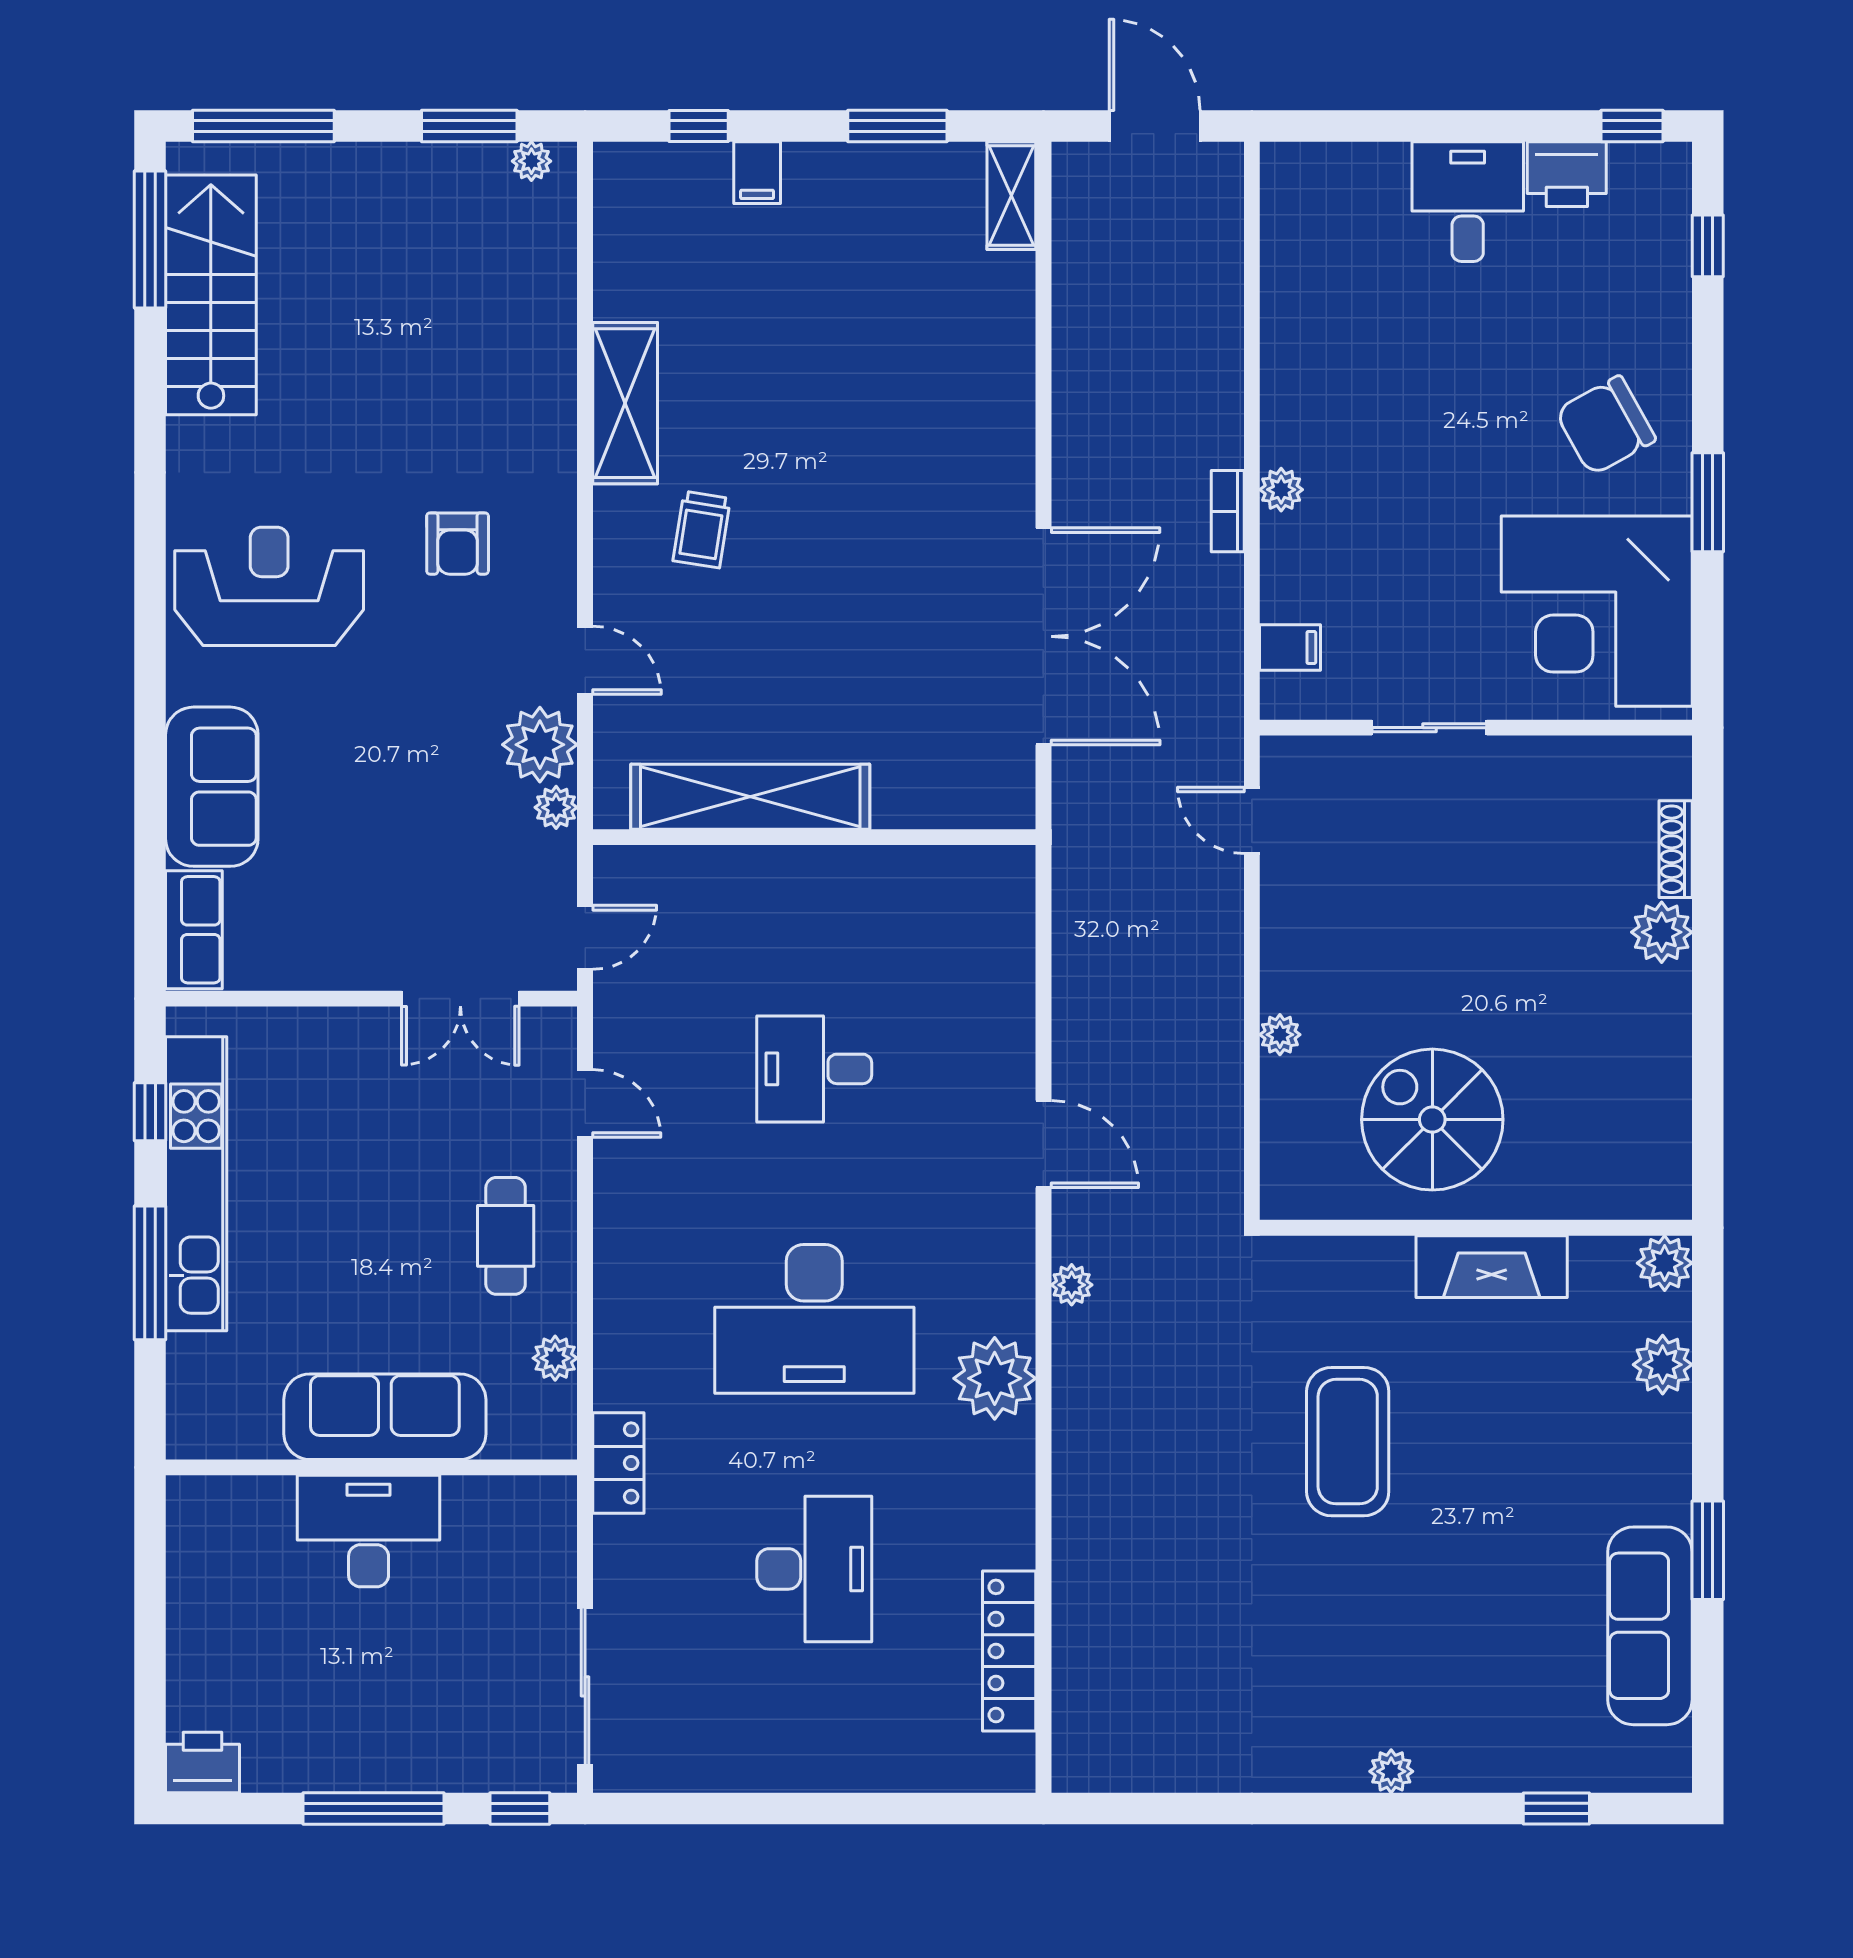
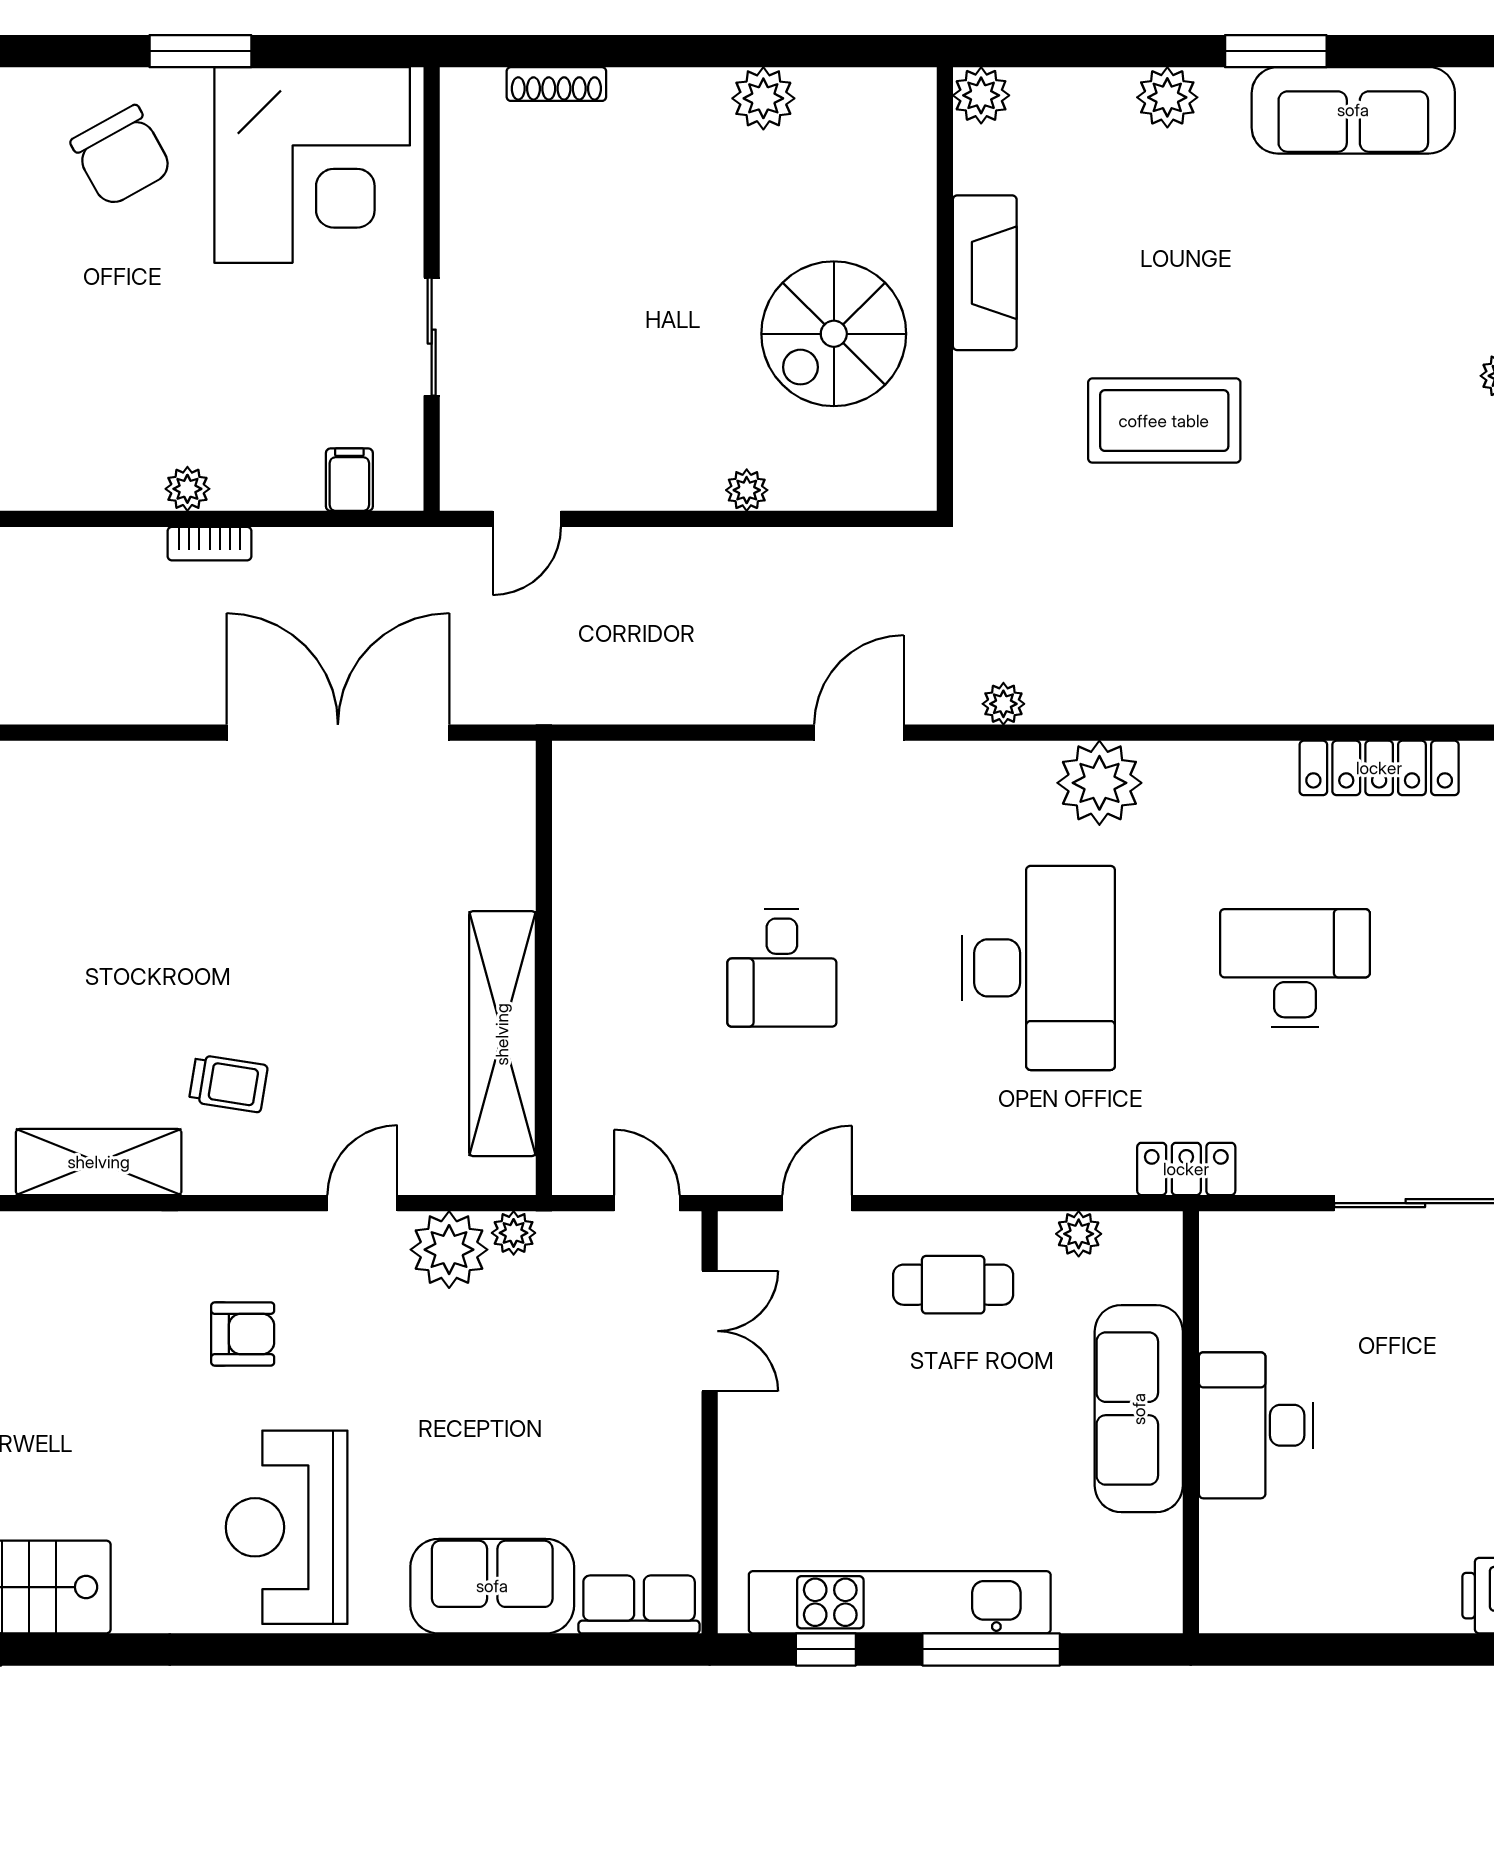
plant: (1662, 932) -> (763, 98), moved
plant: (1663, 1365) -> (1167, 97), moved

